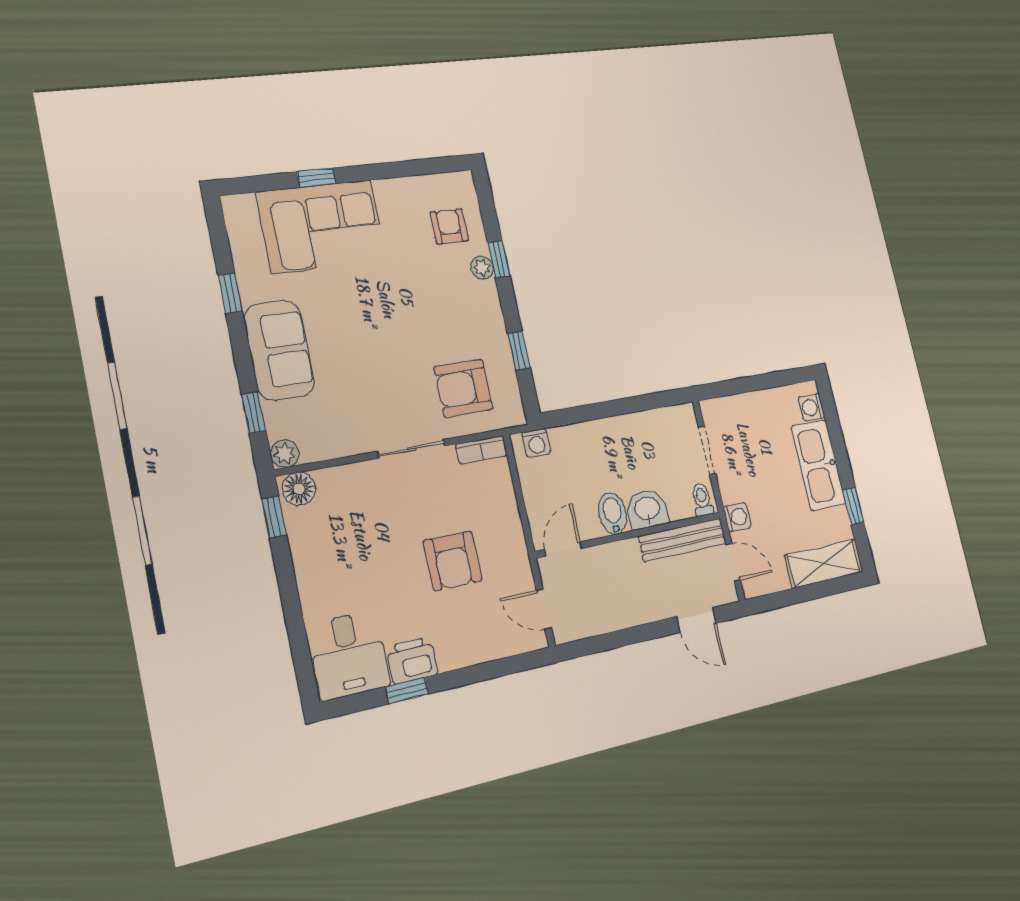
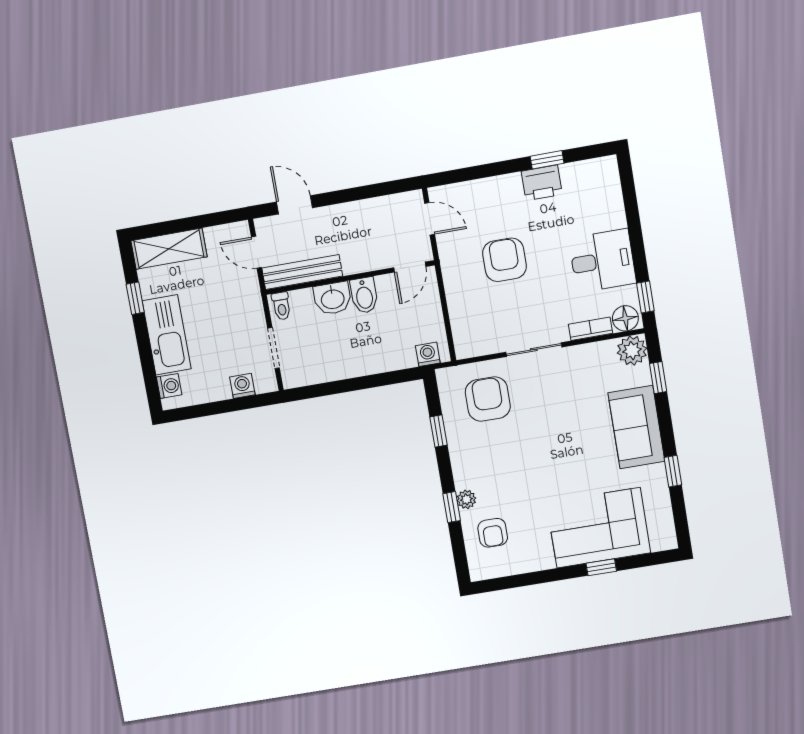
armchair: (463, 388) -> (488, 399), turned -90
bookcase: (481, 450) -> (590, 329), moved
plant: (285, 454) -> (632, 351), width x1.38, depth x1.38
washing machine: (737, 517) -> (242, 386), moved, turned 90
desk: (349, 655) -> (602, 261), moved, turned 90

